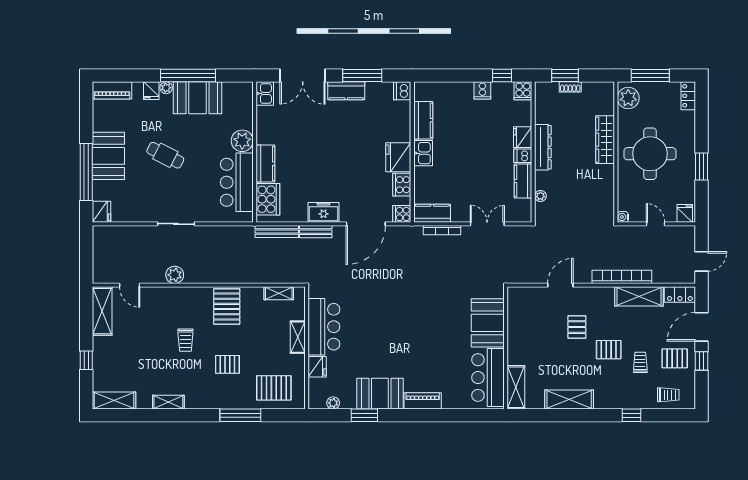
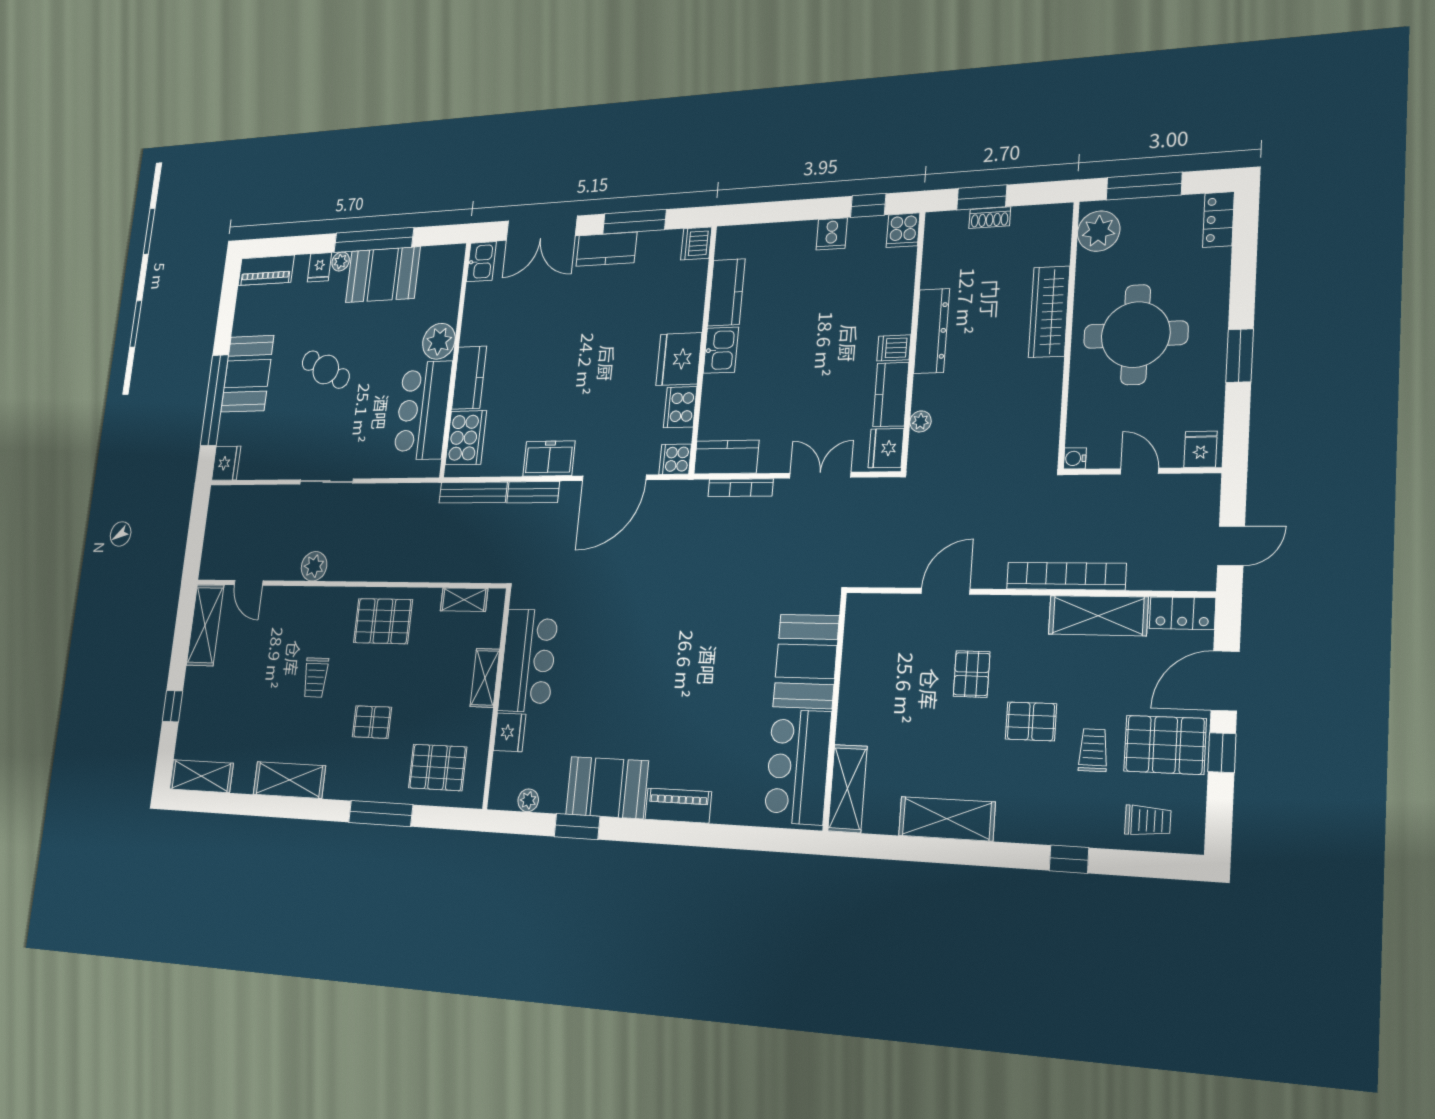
fridge: (523, 137) -> (886, 448), moved
pallet: (227, 306) -> (383, 621), turned 90
pallet: (675, 358) -> (1165, 745), width x1.50, depth x1.42
shelving: (168, 402) -> (289, 780), width x1.50, depth x1.33

